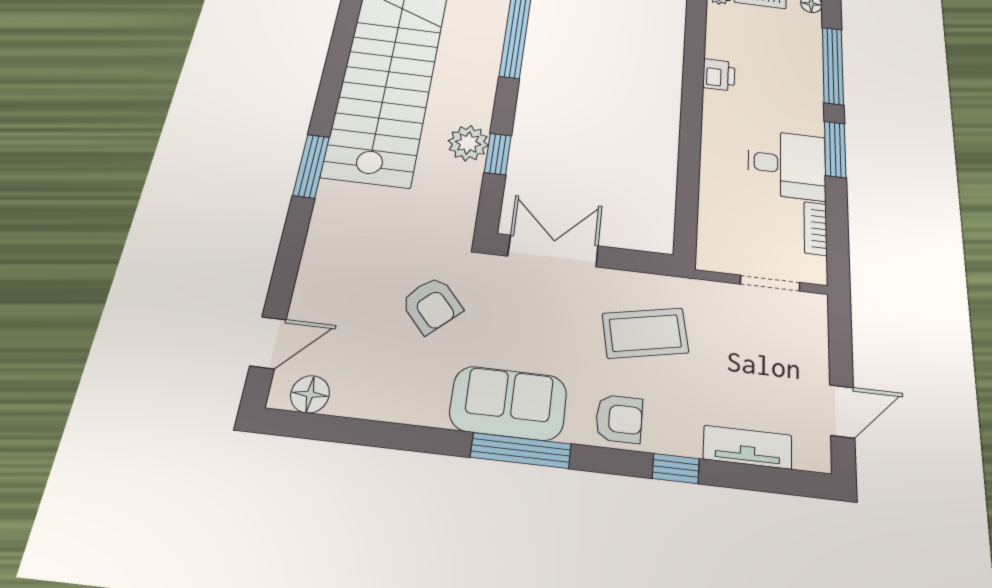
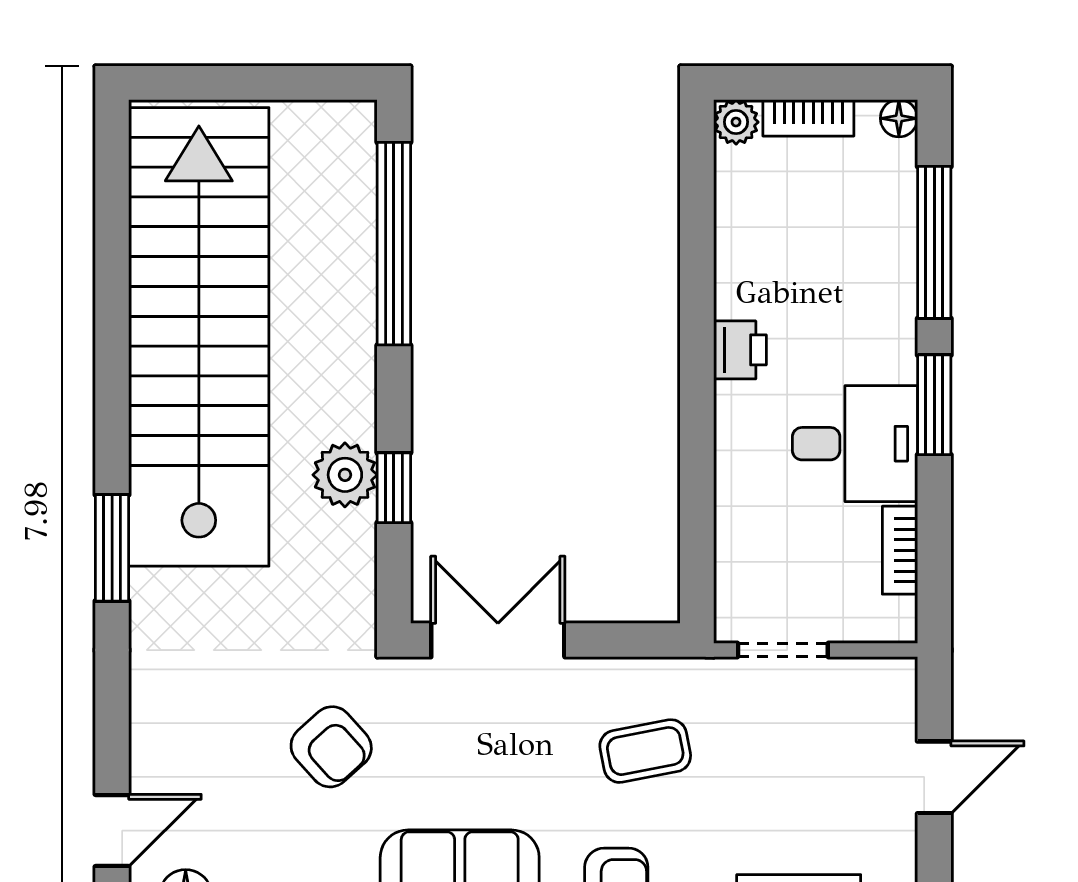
printer: (719, 75) -> (740, 350), moved
doorway: (770, 283) -> (783, 650), moved
coffee table: (645, 333) -> (645, 751), width x0.73, depth x0.77
door: (842, 411) -> (934, 777), moved

